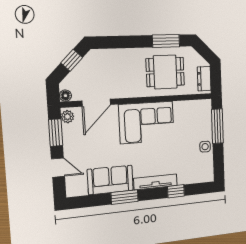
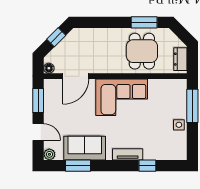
dining table: (165, 72) -> (142, 51), turned 90
plant: (67, 117) -> (49, 154), moved
tv unit: (156, 182) -> (128, 154), width x0.71
window: (125, 197) -> (78, 166), moved

